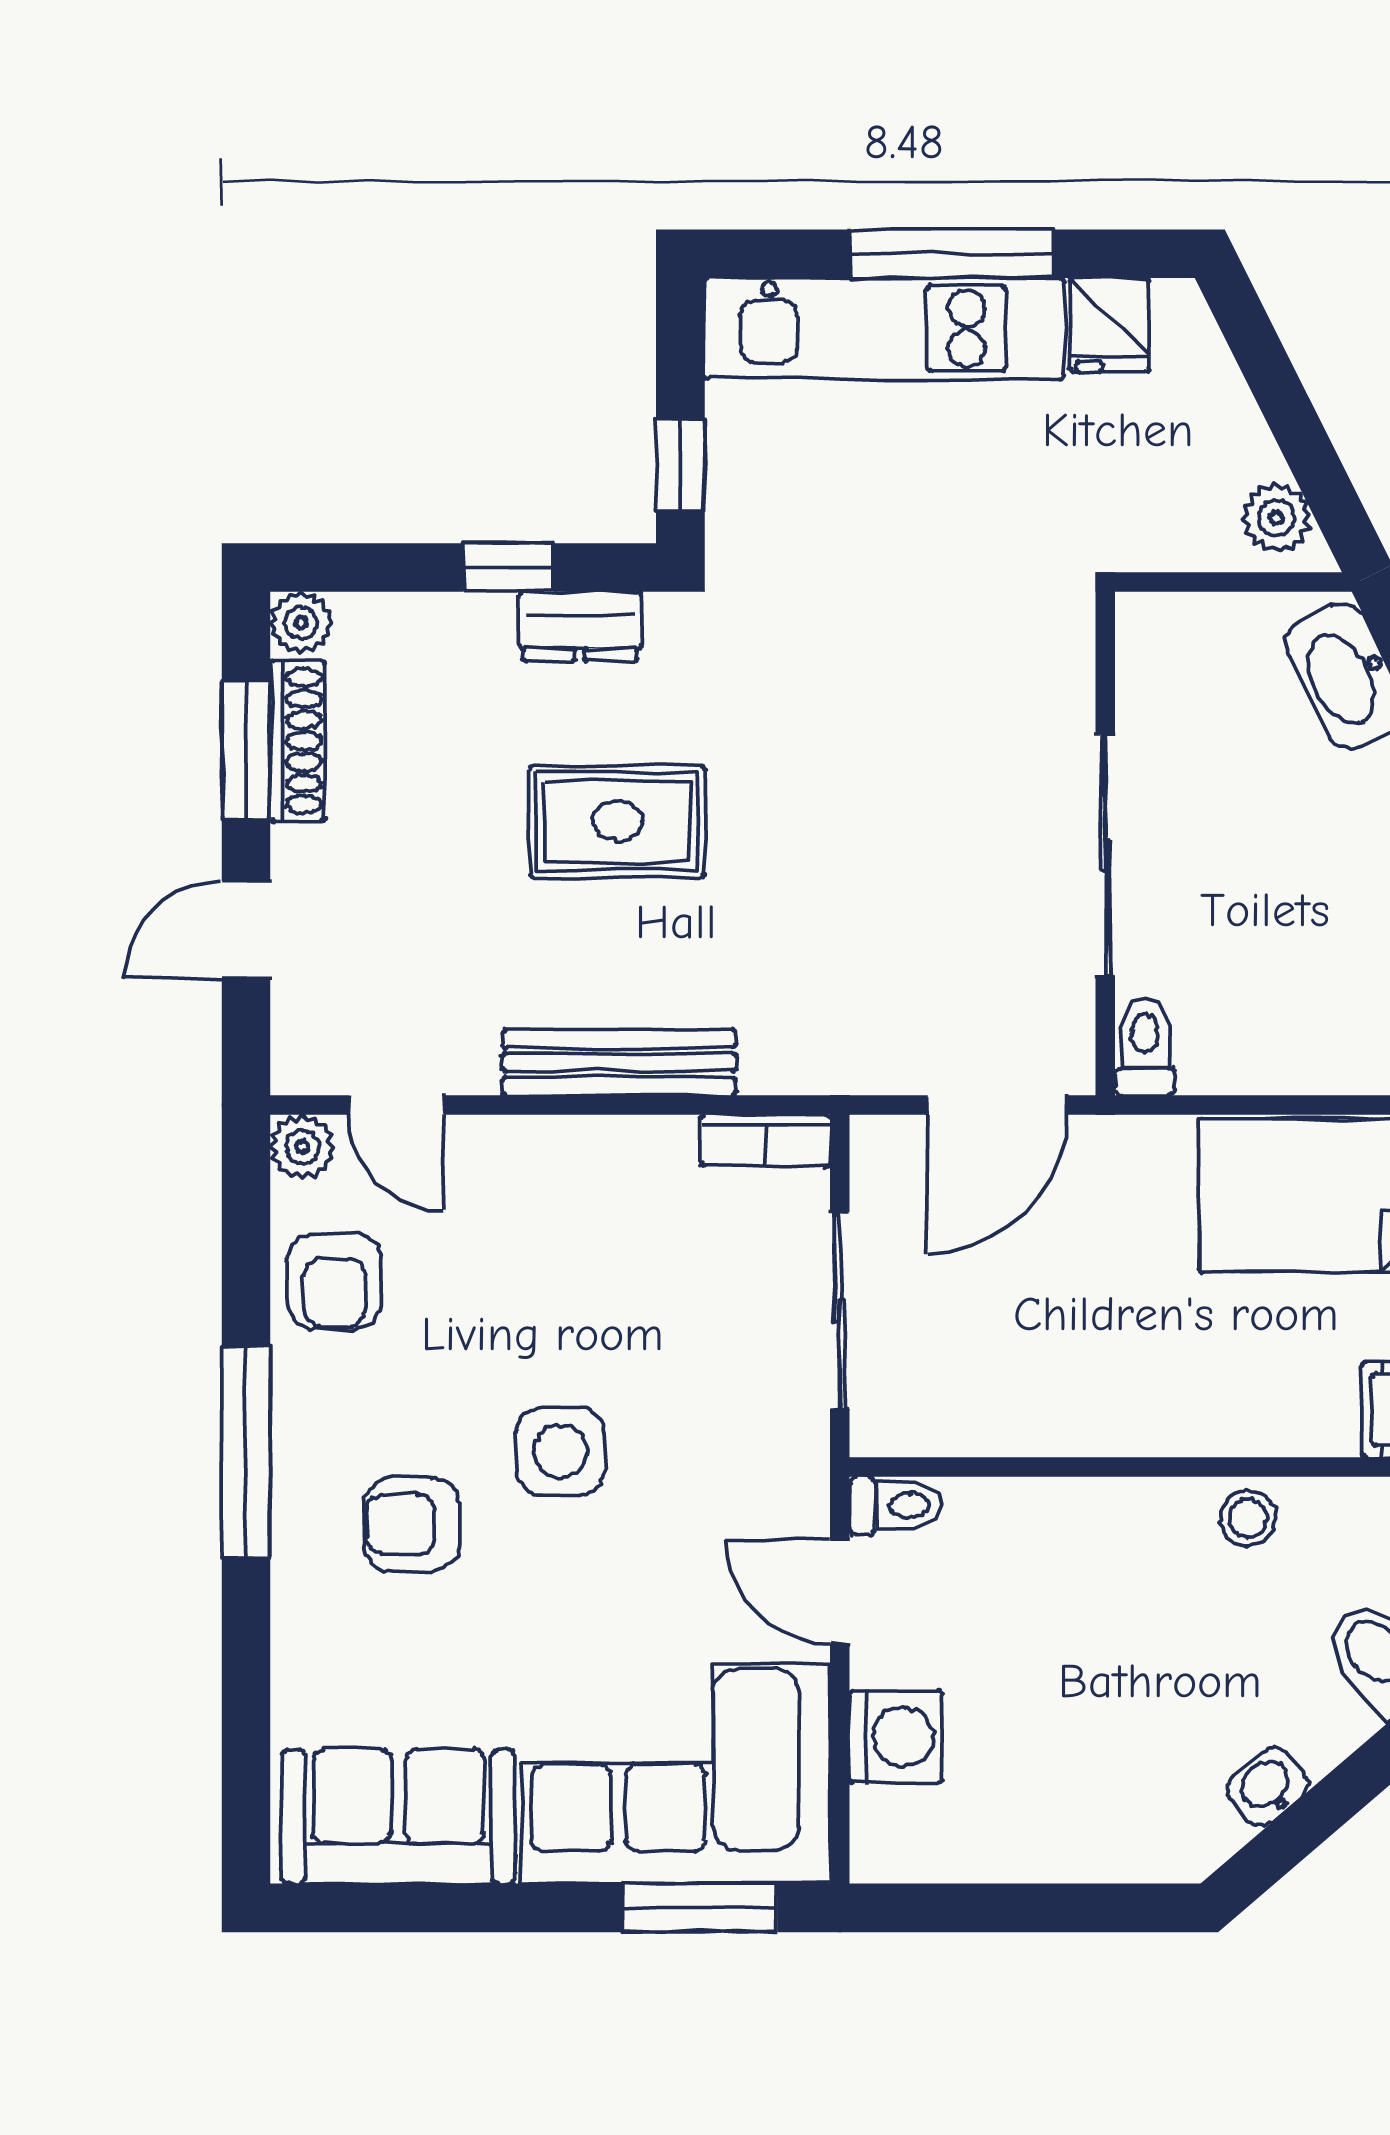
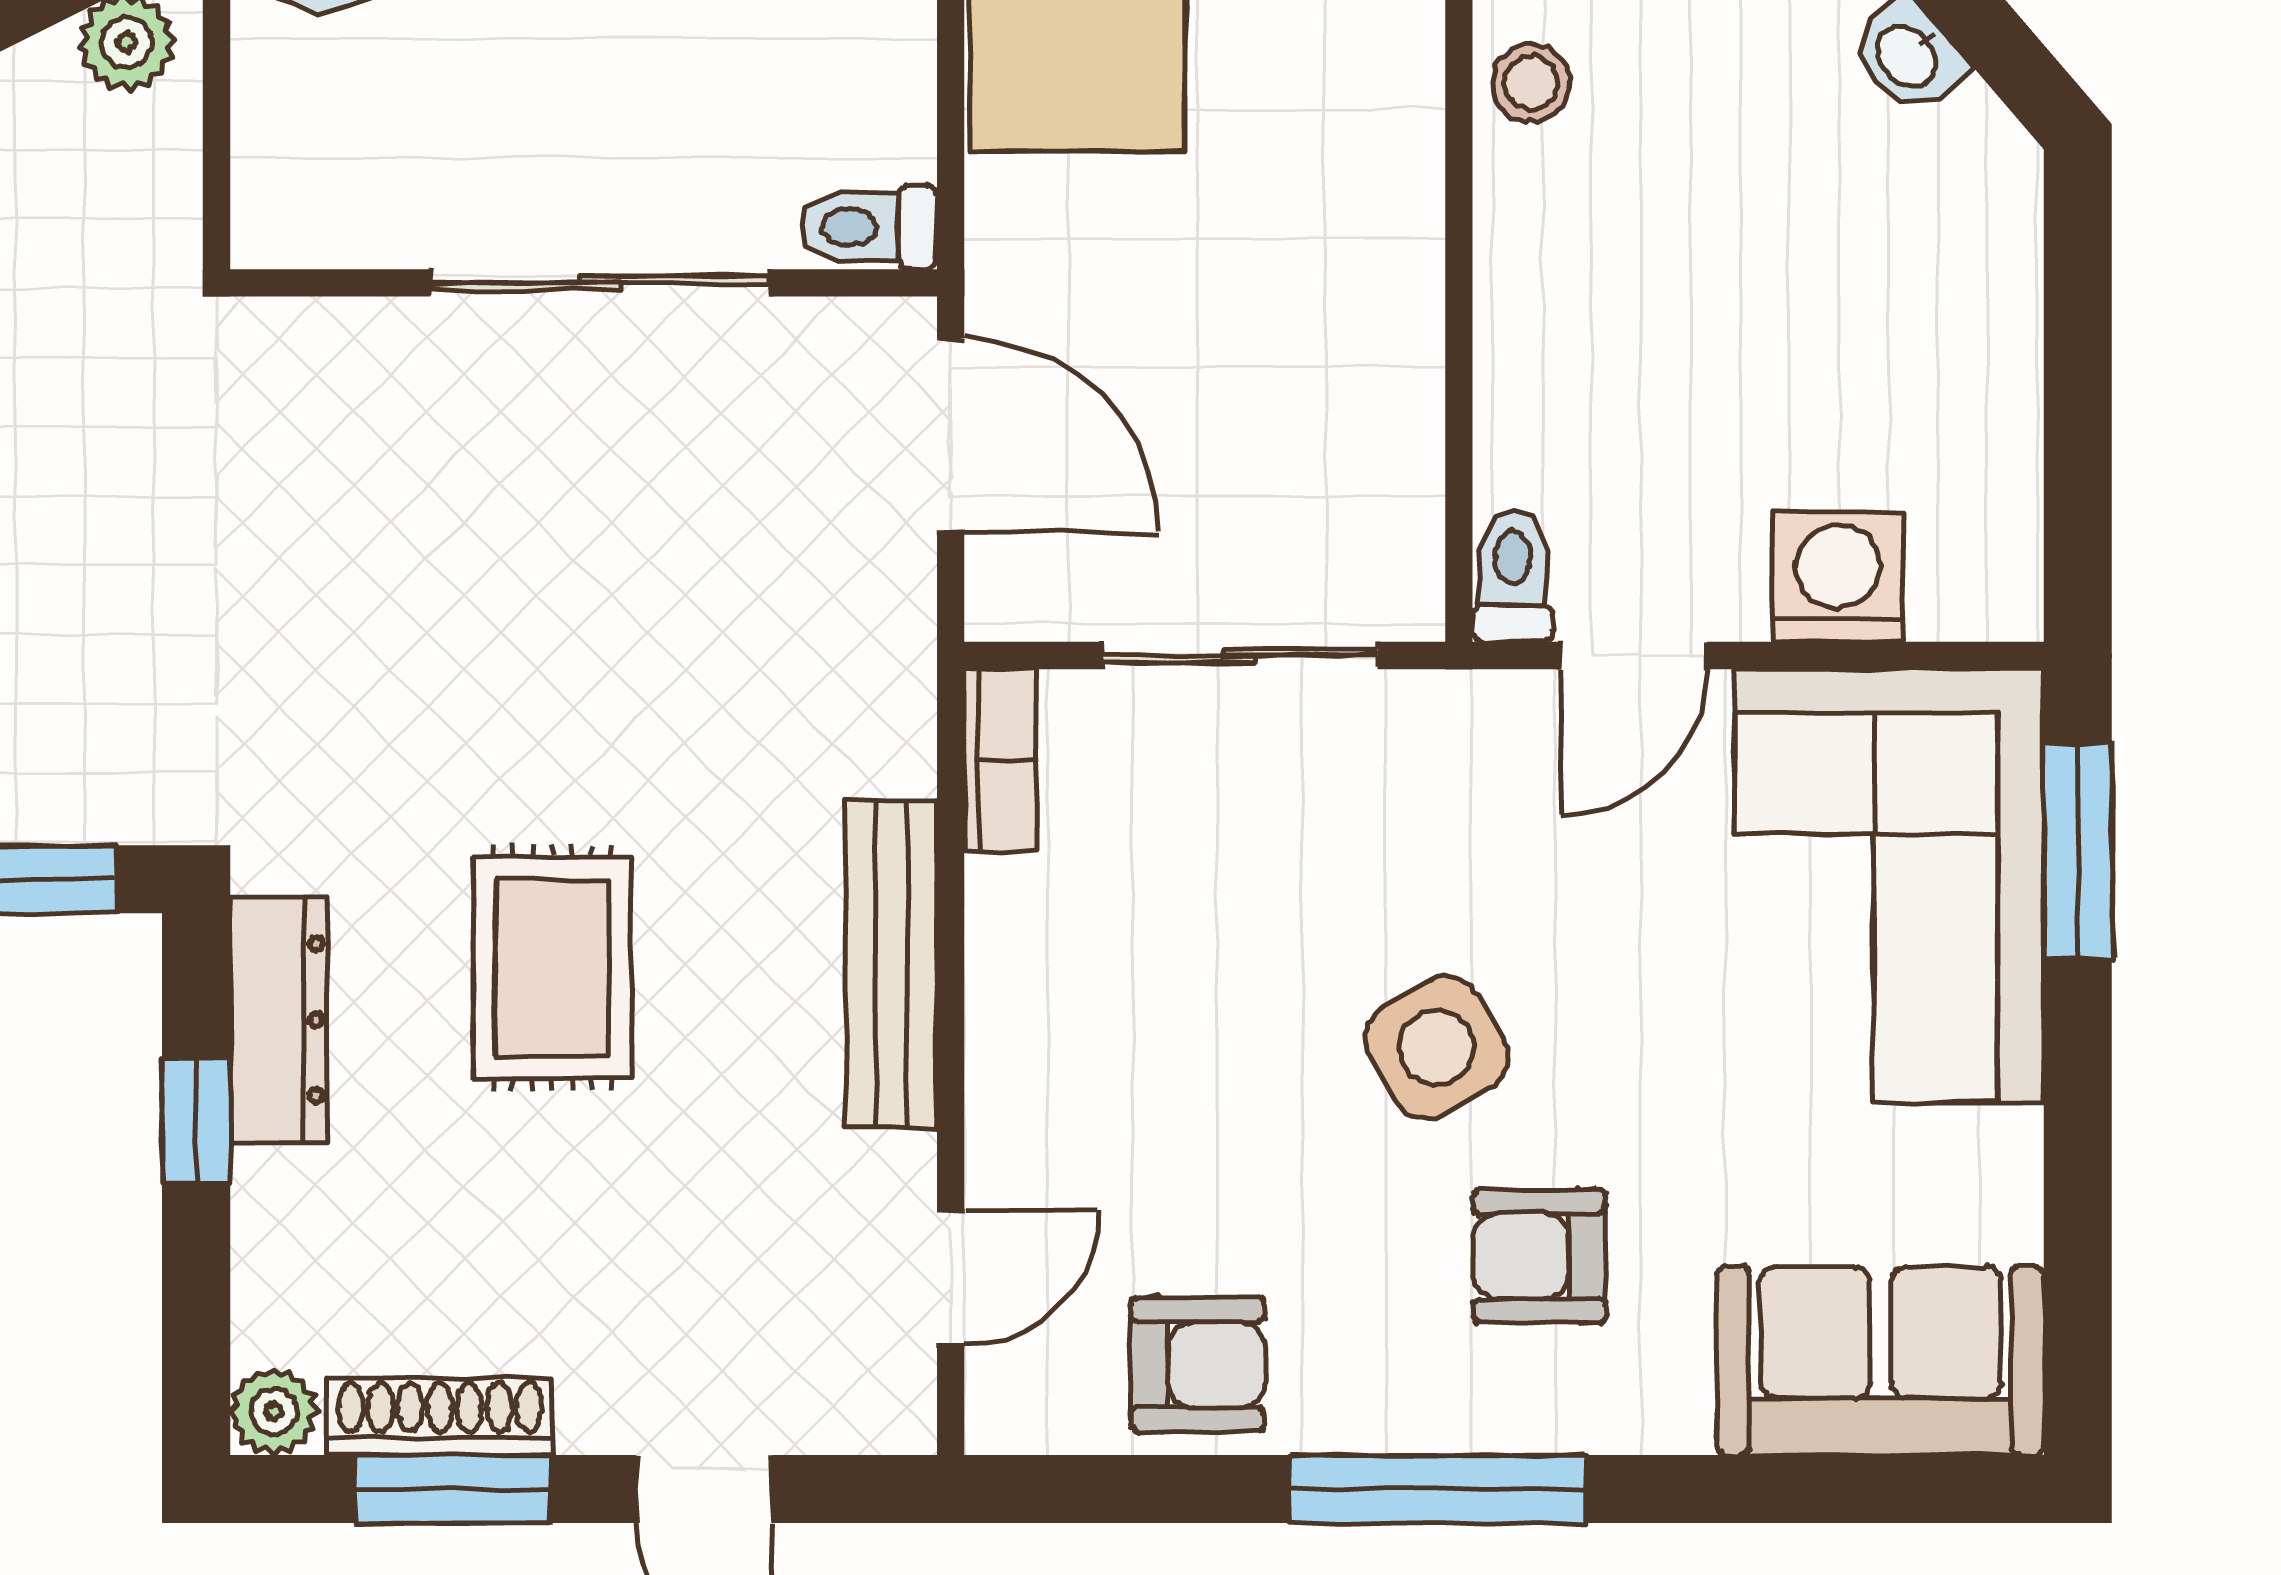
dresser: (580, 626) -> (279, 1020), width x1.44
plant: (302, 1147) -> (1010, 1410), removed
side table: (560, 1451) -> (1436, 1048), turned -30
armchair: (412, 1524) -> (1539, 1256), turned 90
sofa: (398, 1816) -> (1880, 1361), moved, turned 90

